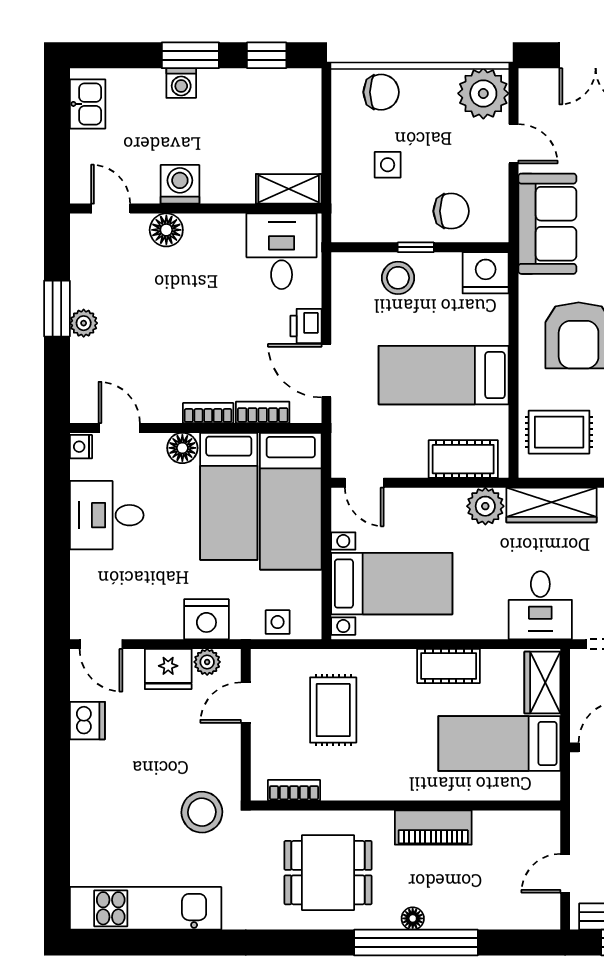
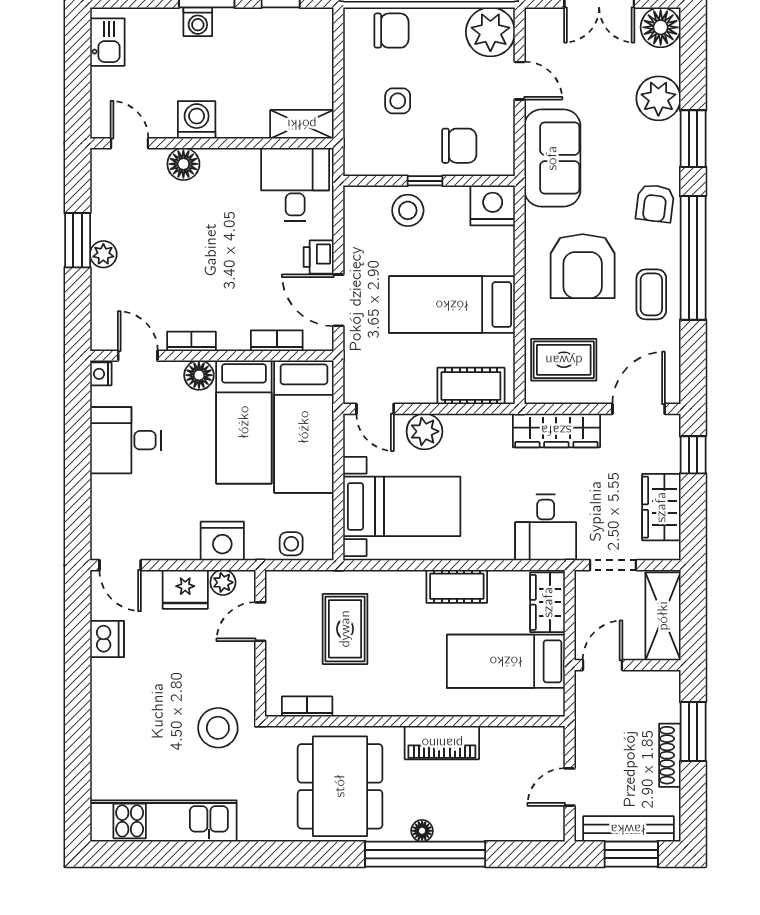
bookcase: (208, 413) -> (191, 341), moved
plant: (485, 506) -> (424, 431), moved
dining table: (328, 873) -> (340, 786), width x1.38

